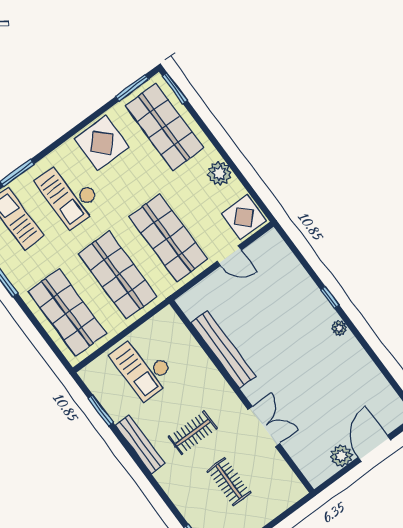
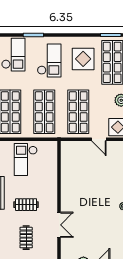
display table: (102, 143) -> (83, 59), moved
checkout: (69, 193) -> (49, 60), turned 180
bench: (223, 349) -> (66, 178), removed

